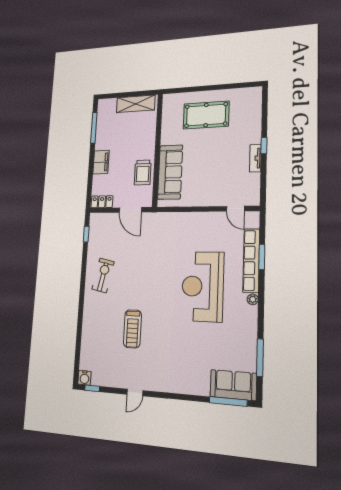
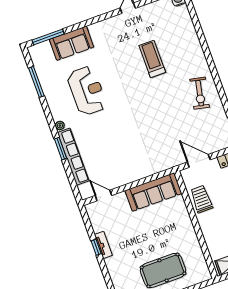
window: (264, 146) -> (96, 247), moved
sofa: (170, 172) -> (153, 192), moved, turned -90
window: (262, 257) -> (61, 149), moved
reception desk: (203, 286) -> (87, 91), moved, width x0.74, depth x0.77
sofa: (233, 385) -> (72, 43), moved

